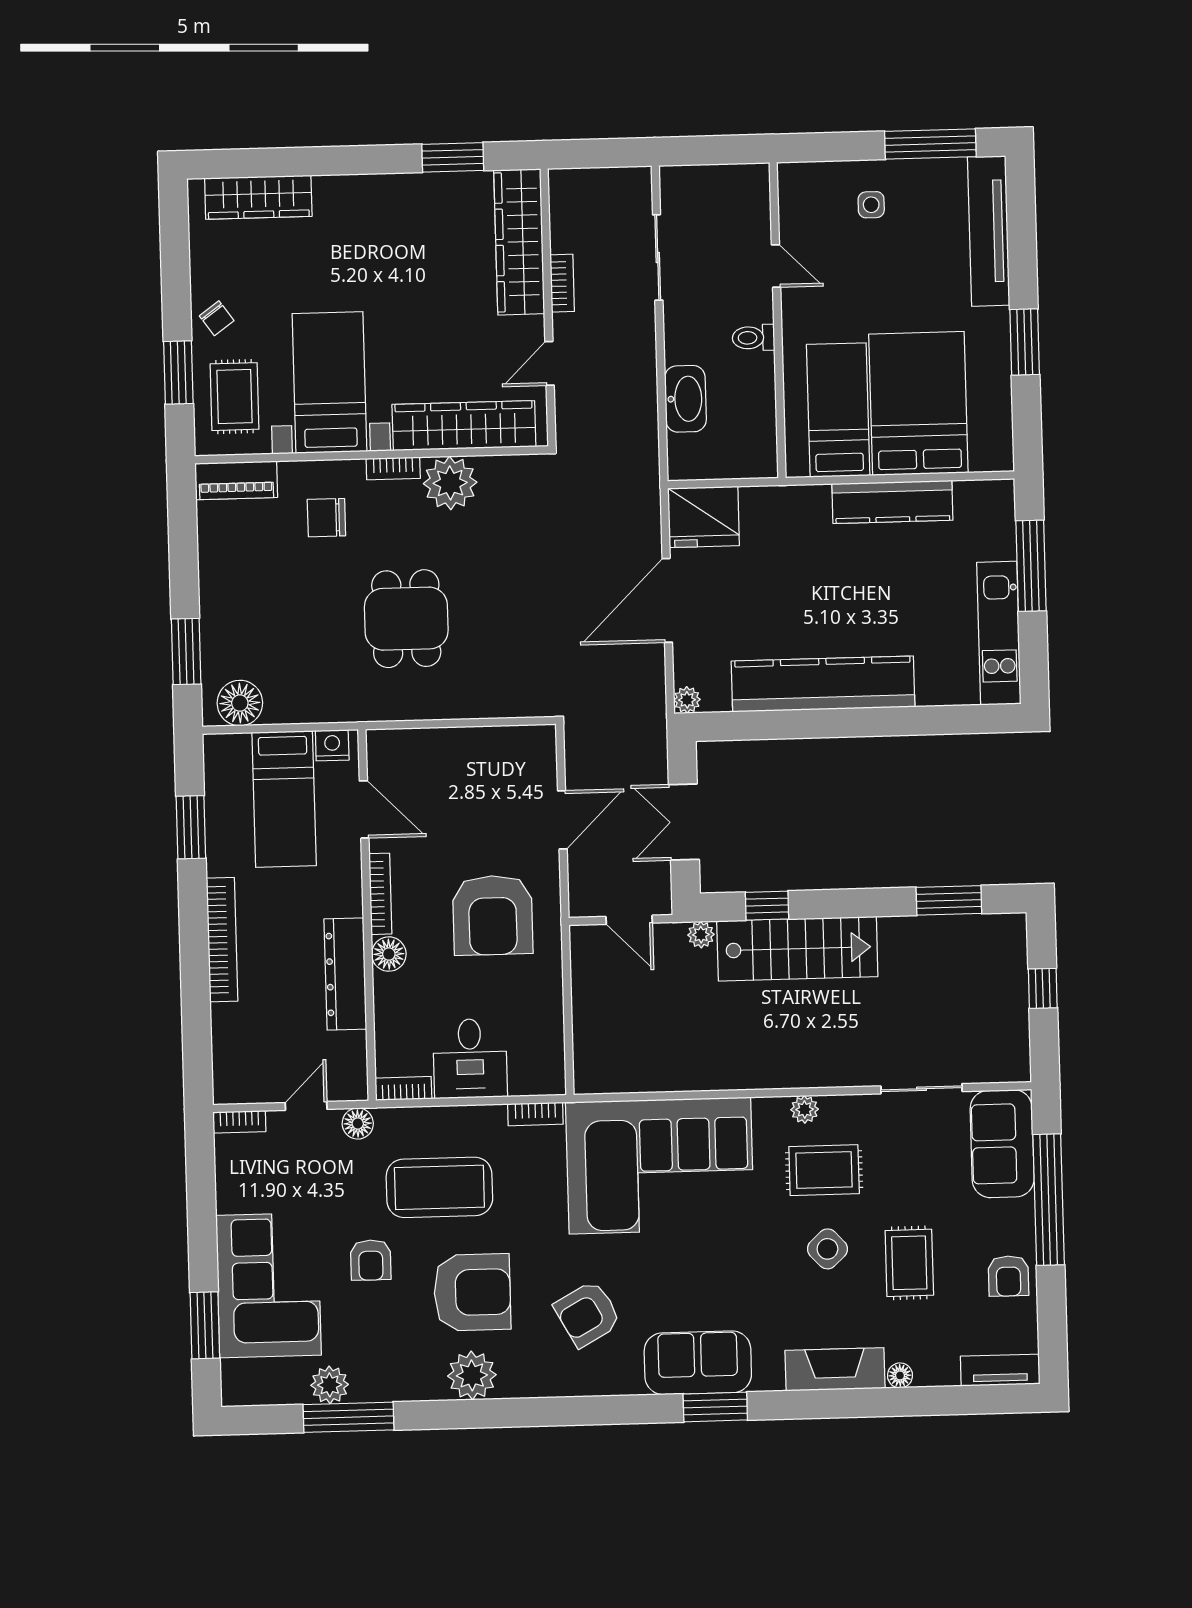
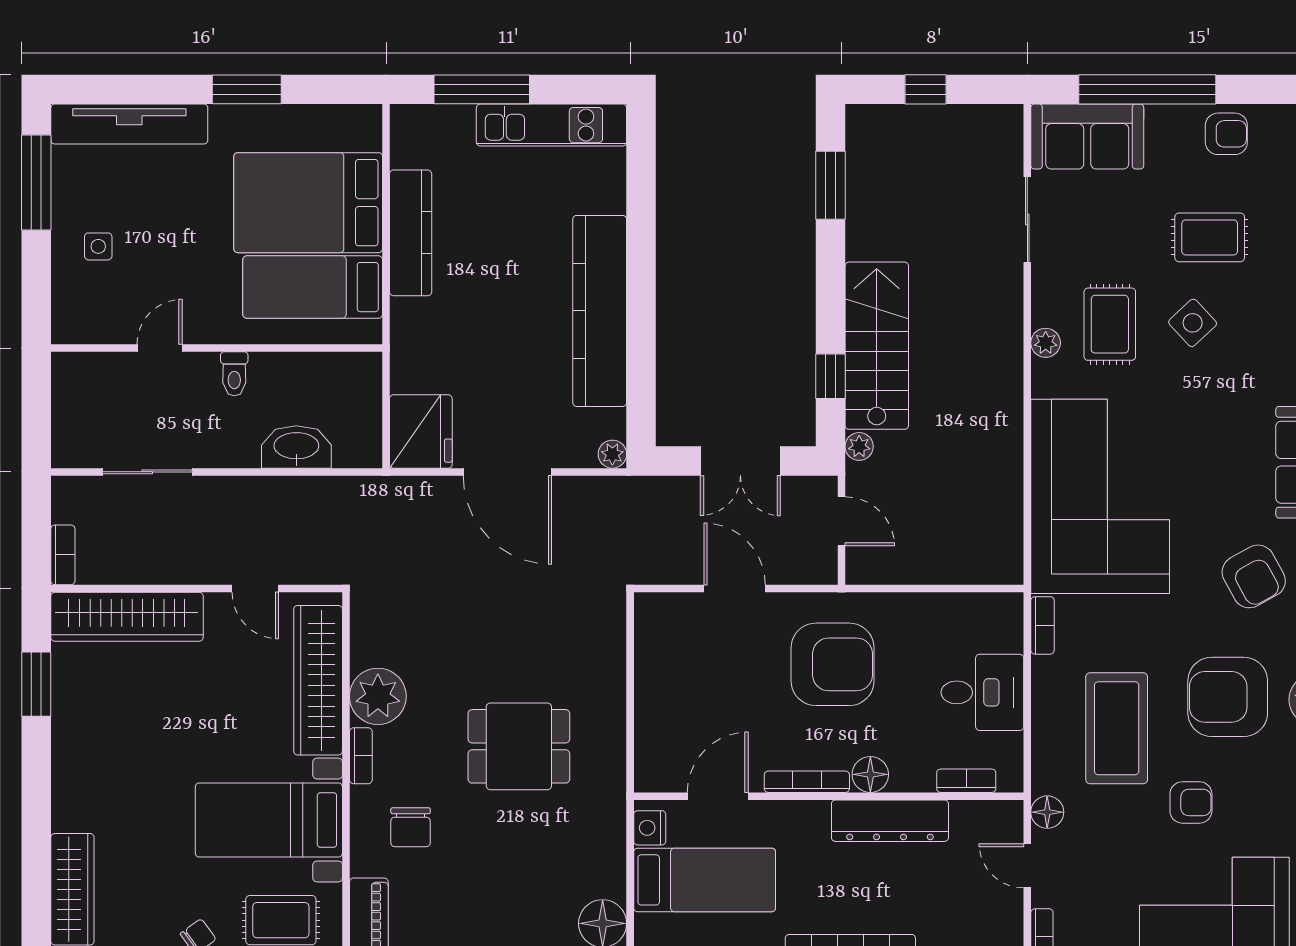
bookcase: (562, 283) -> (63, 555), moved, turned 90
door: (629, 920) -> (841, 521), hinge flipped
bookcase: (403, 1088) -> (966, 781), moved, turned 90
armchair: (472, 1292) -> (1228, 697), turned -90

